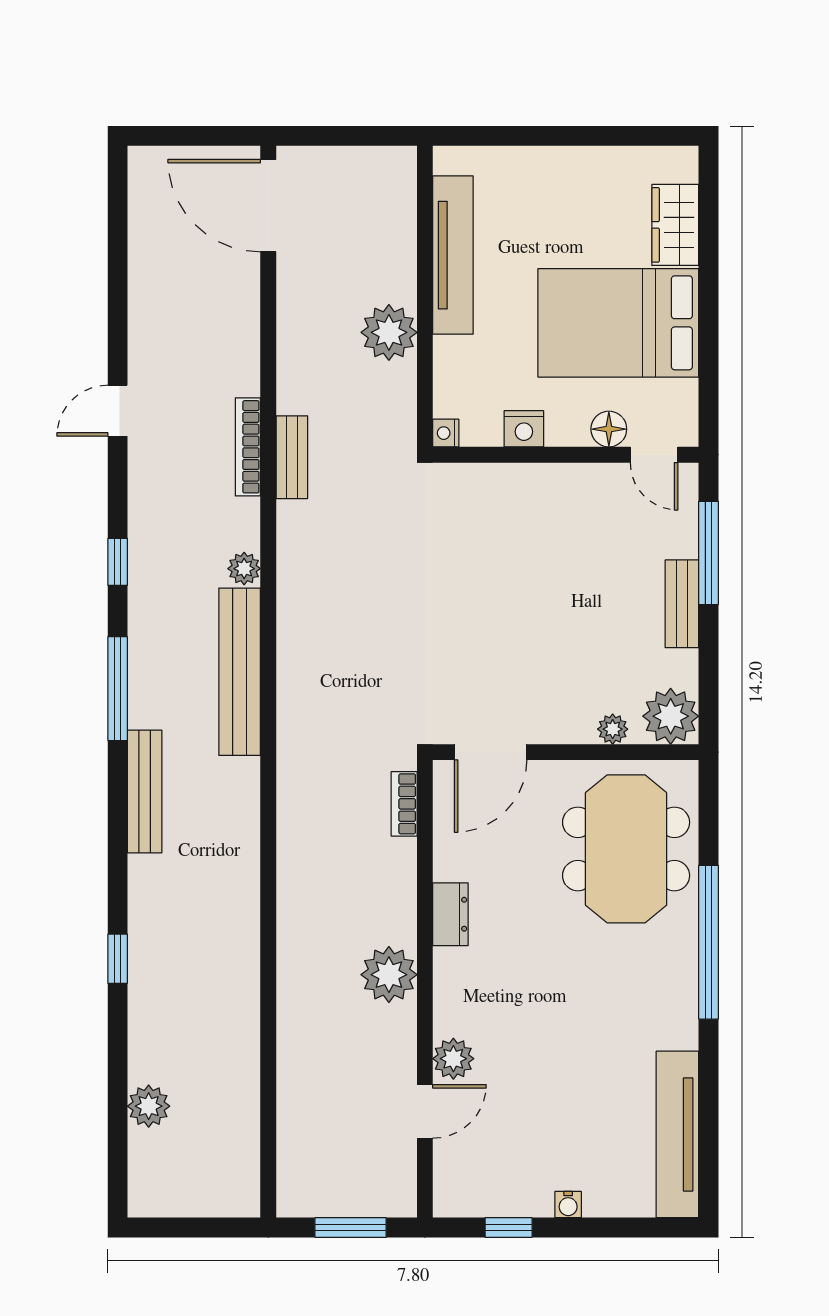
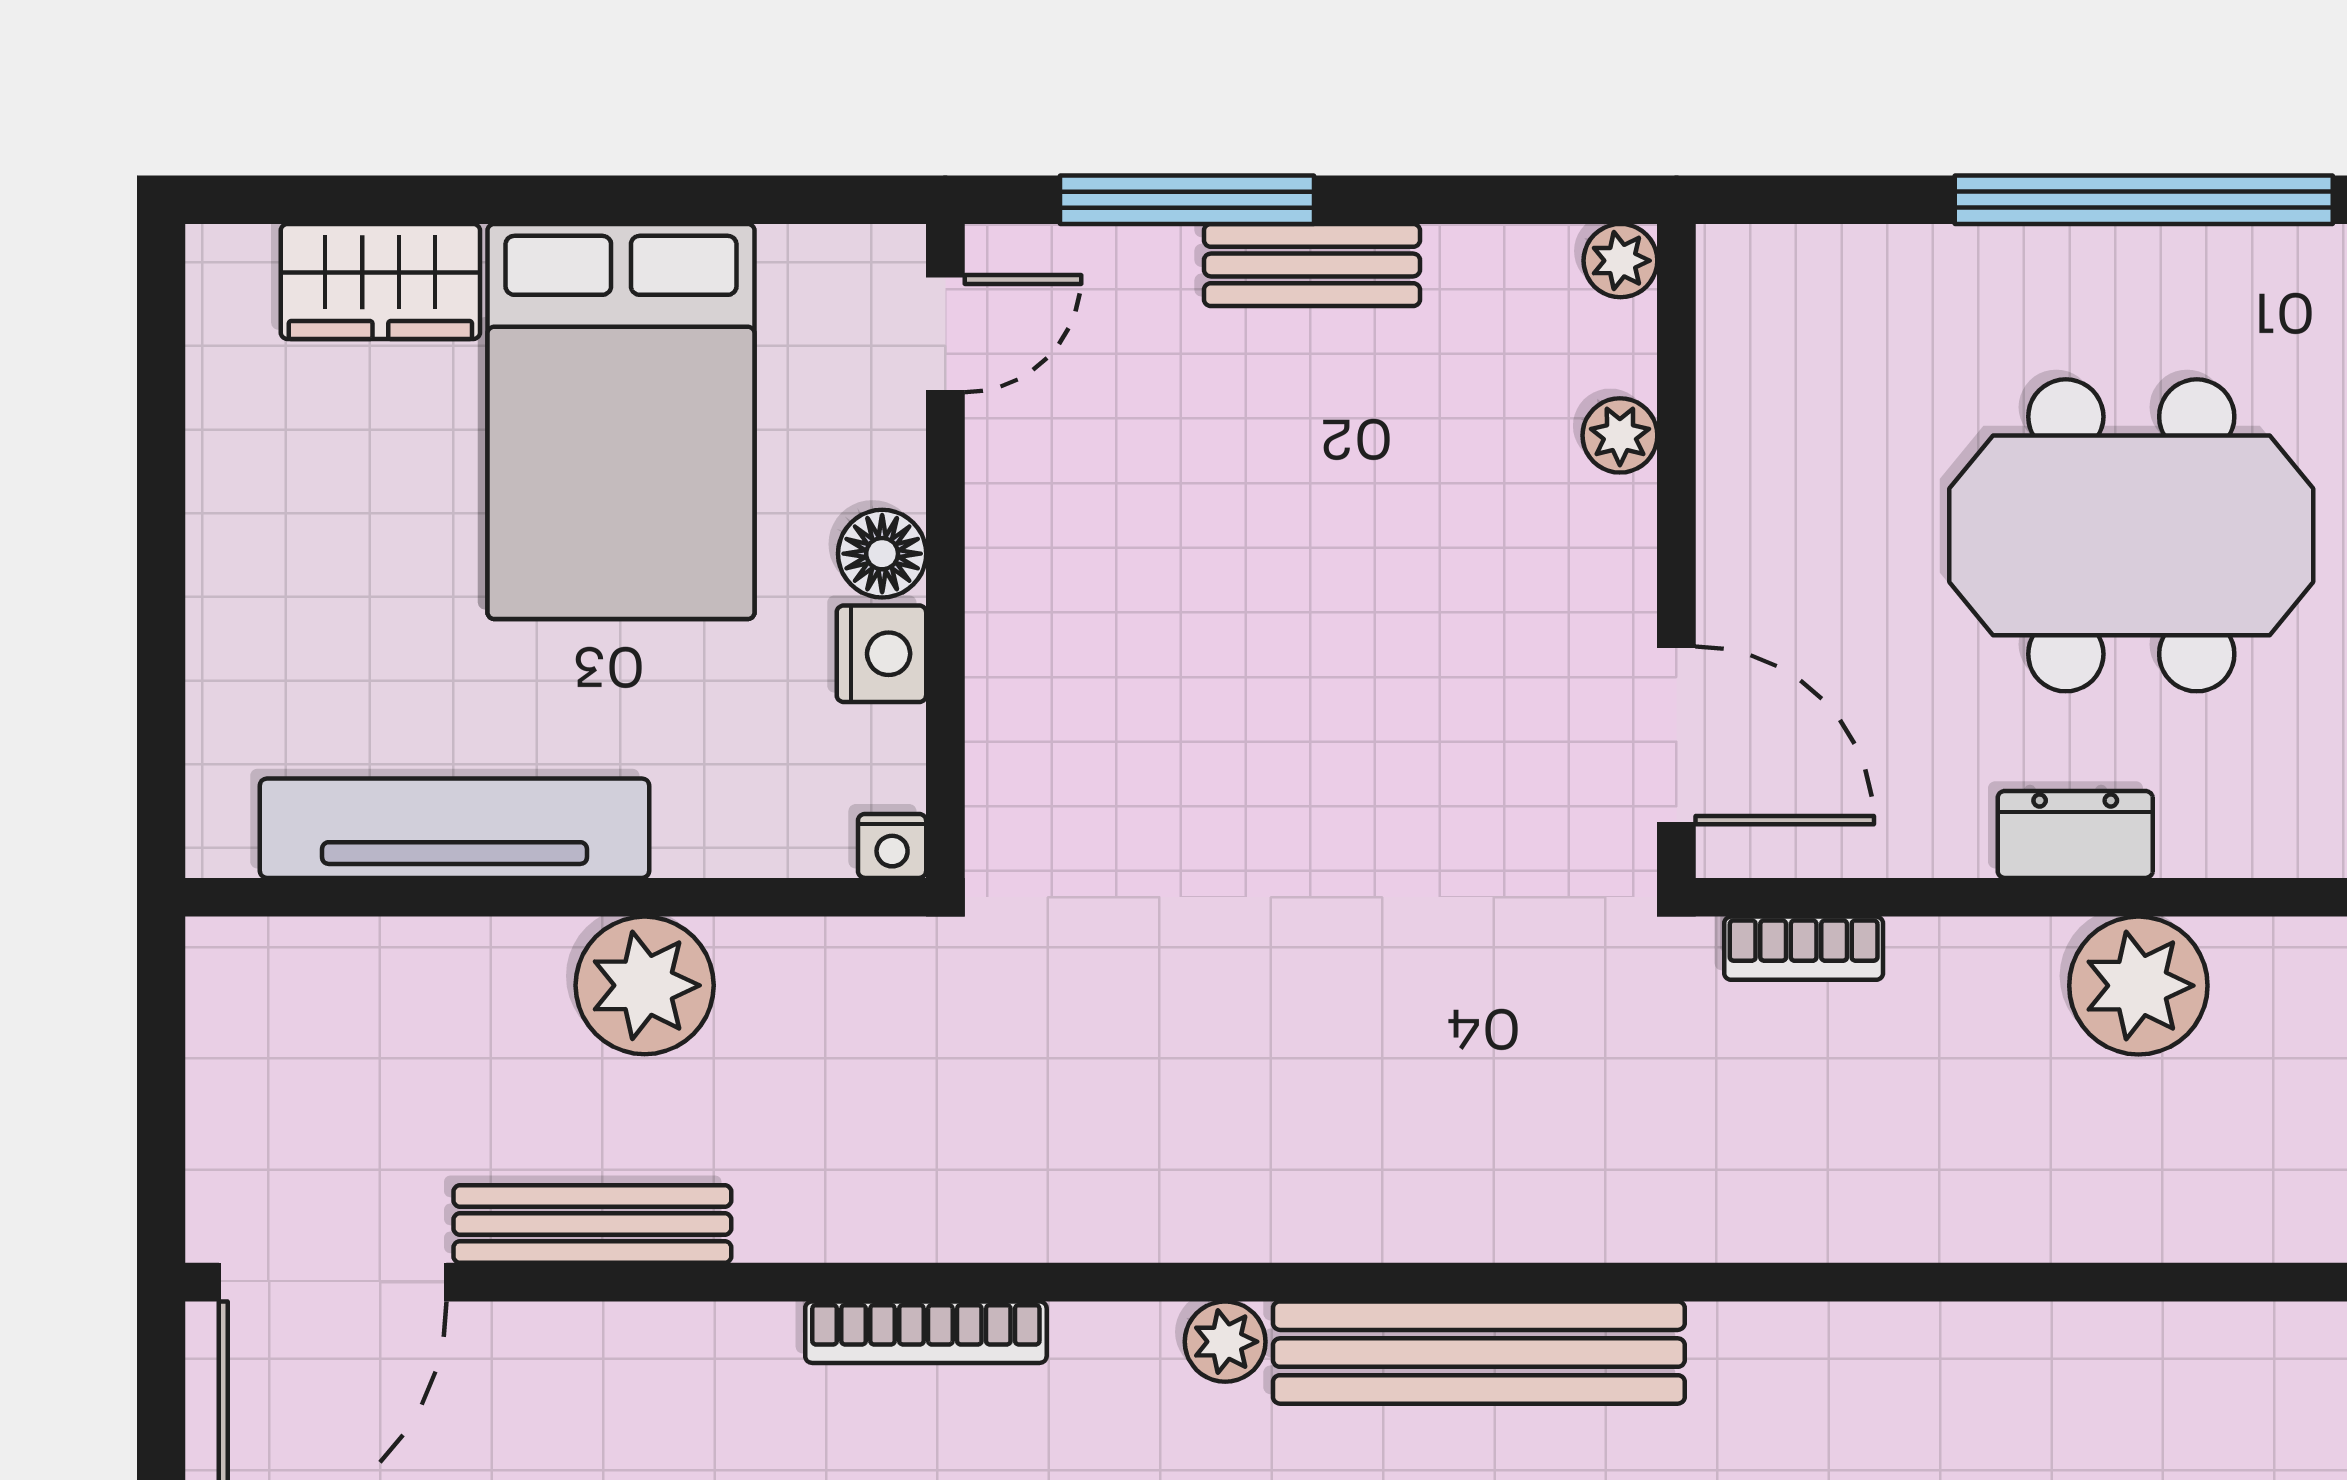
floor lamp: (609, 429) -> (882, 554), moved
bench: (292, 457) -> (592, 1224), moved, width x1.36
plant: (671, 716) -> (1620, 261), width x0.53, depth x0.53
meeting table: (626, 849) -> (2131, 535), moved
plant: (389, 975) -> (2138, 986), moved

